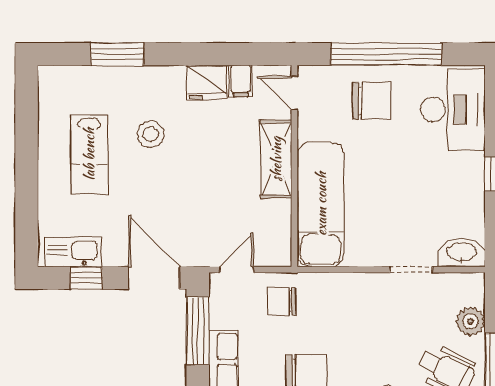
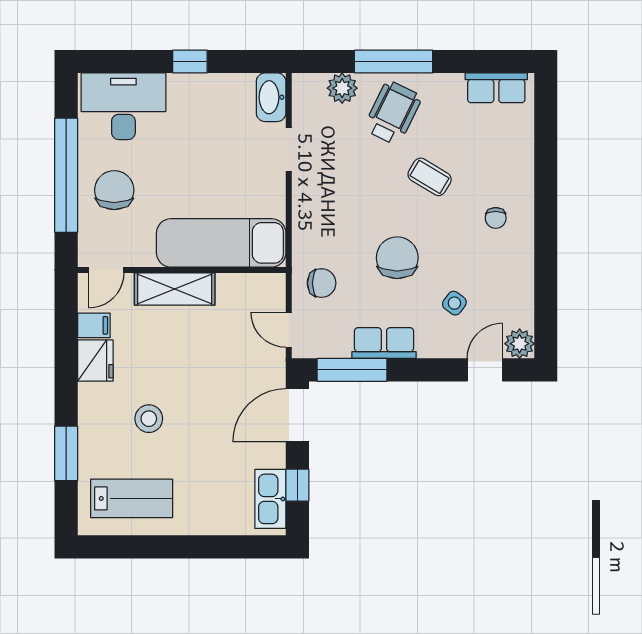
lab bench: (89, 154) -> (132, 498), moved
chair: (282, 301) -> (322, 283), turned -90

